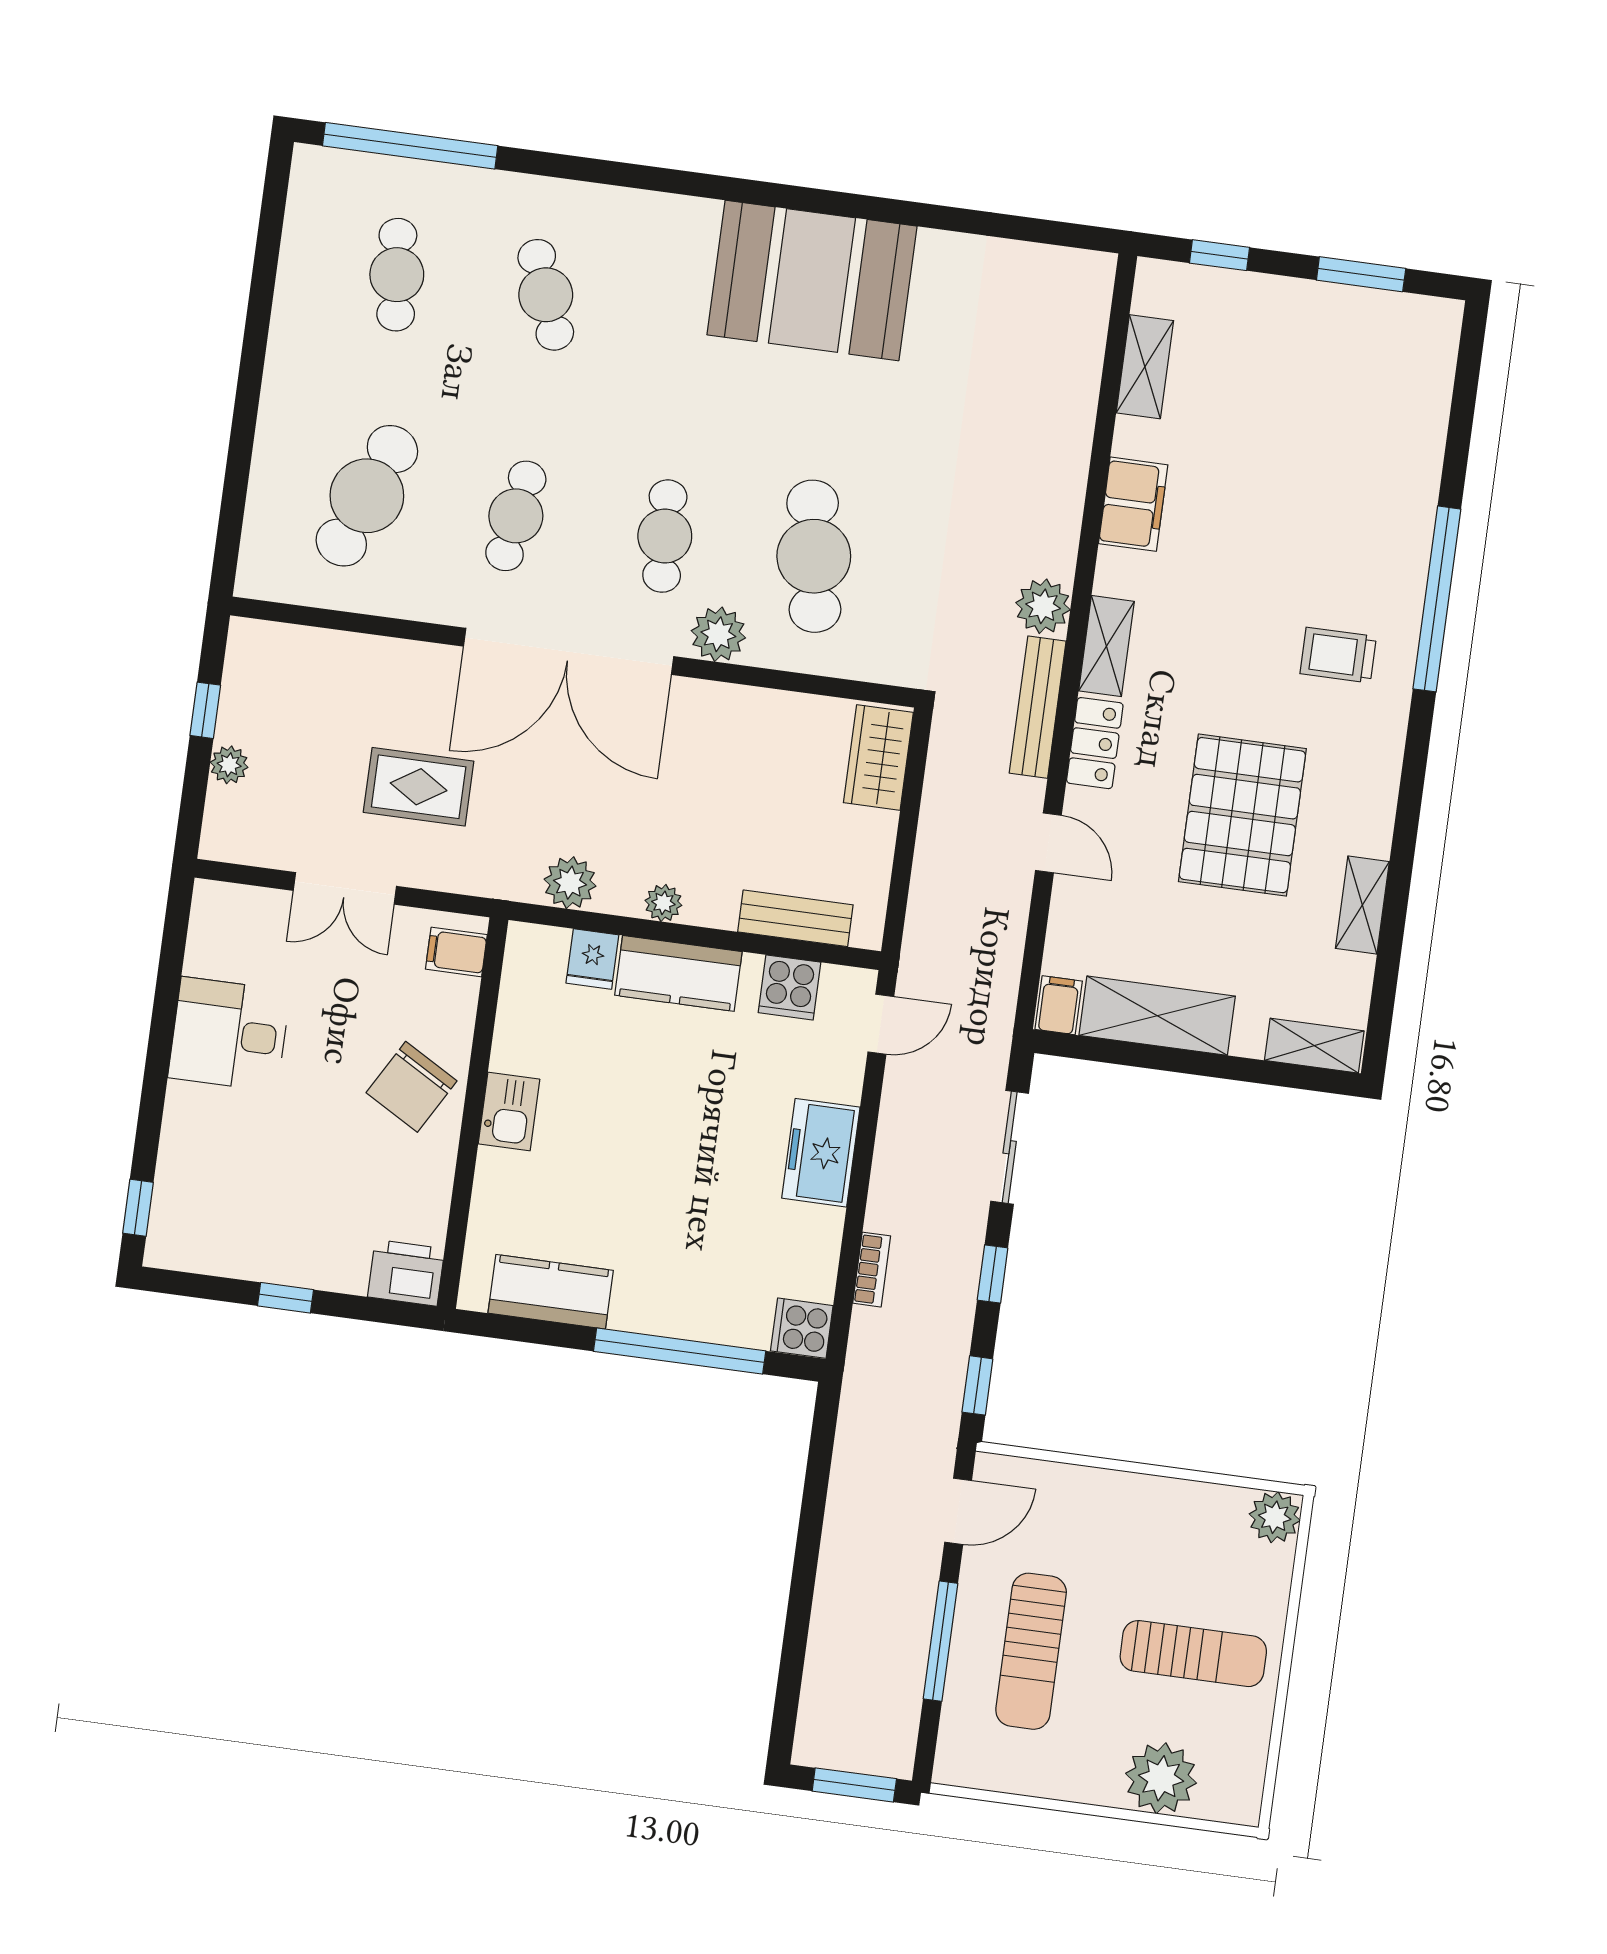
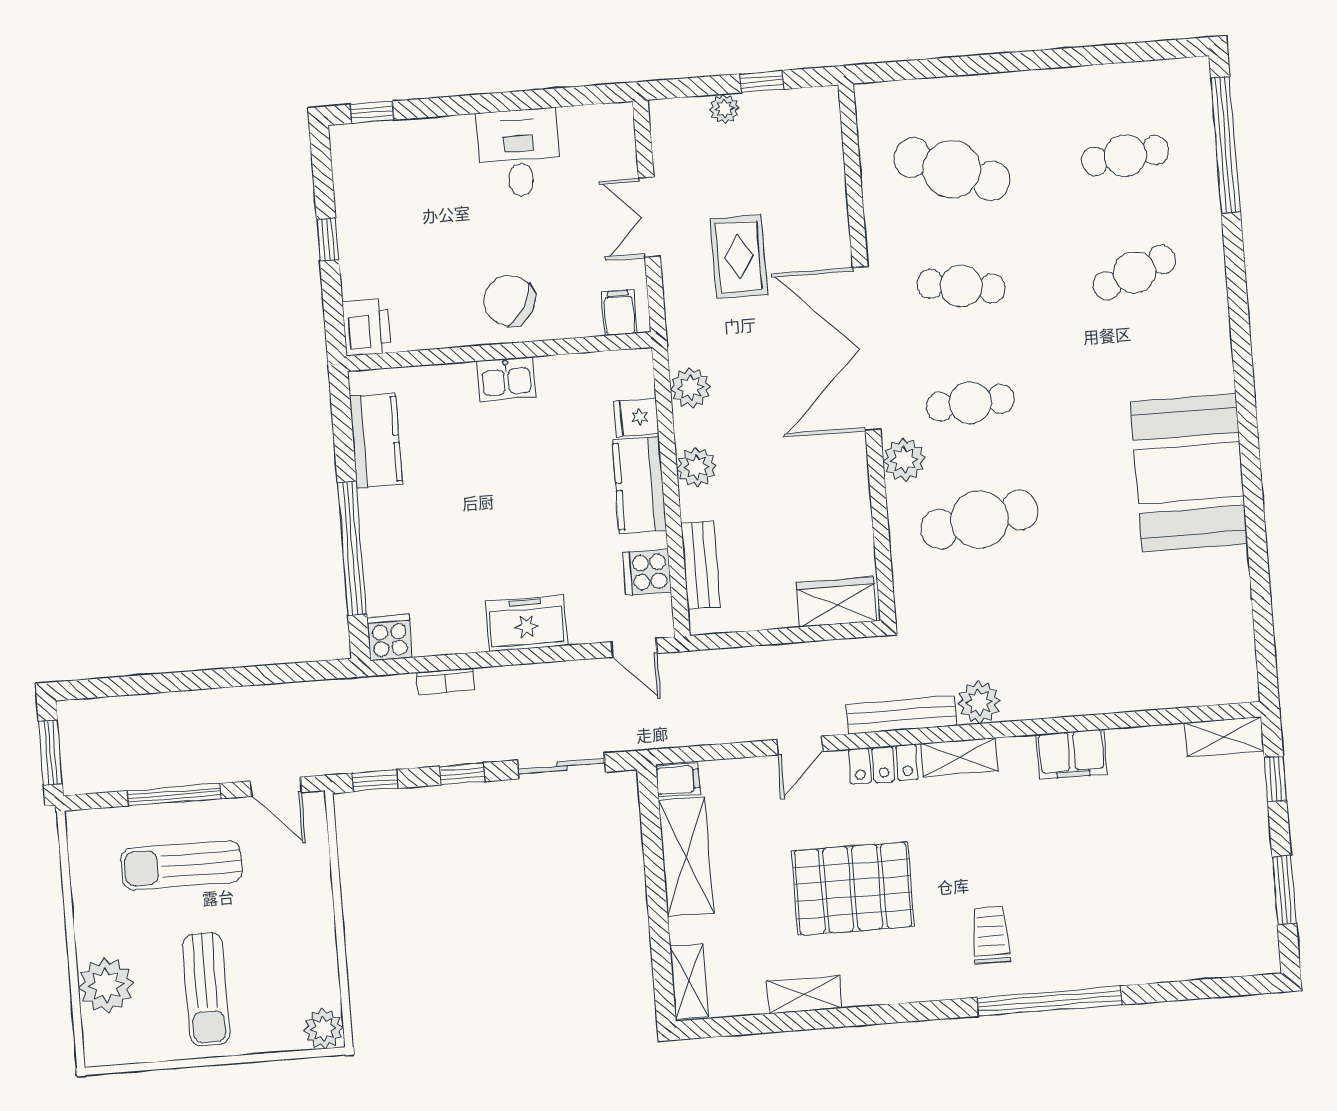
shelving: (1145, 367) -> (1224, 737), moved
plant: (663, 903) -> (697, 467), width x1.38, depth x1.38

